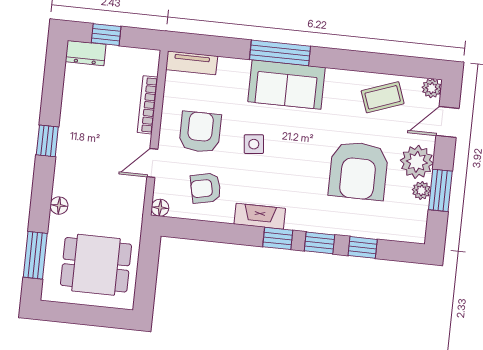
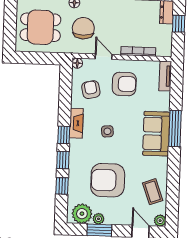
side table: (254, 144) -> (107, 131), moved
plant: (417, 162) -> (82, 214), moved
chair: (103, 194) -> (83, 28), added
dining table: (96, 265) -> (40, 27), turned 90

